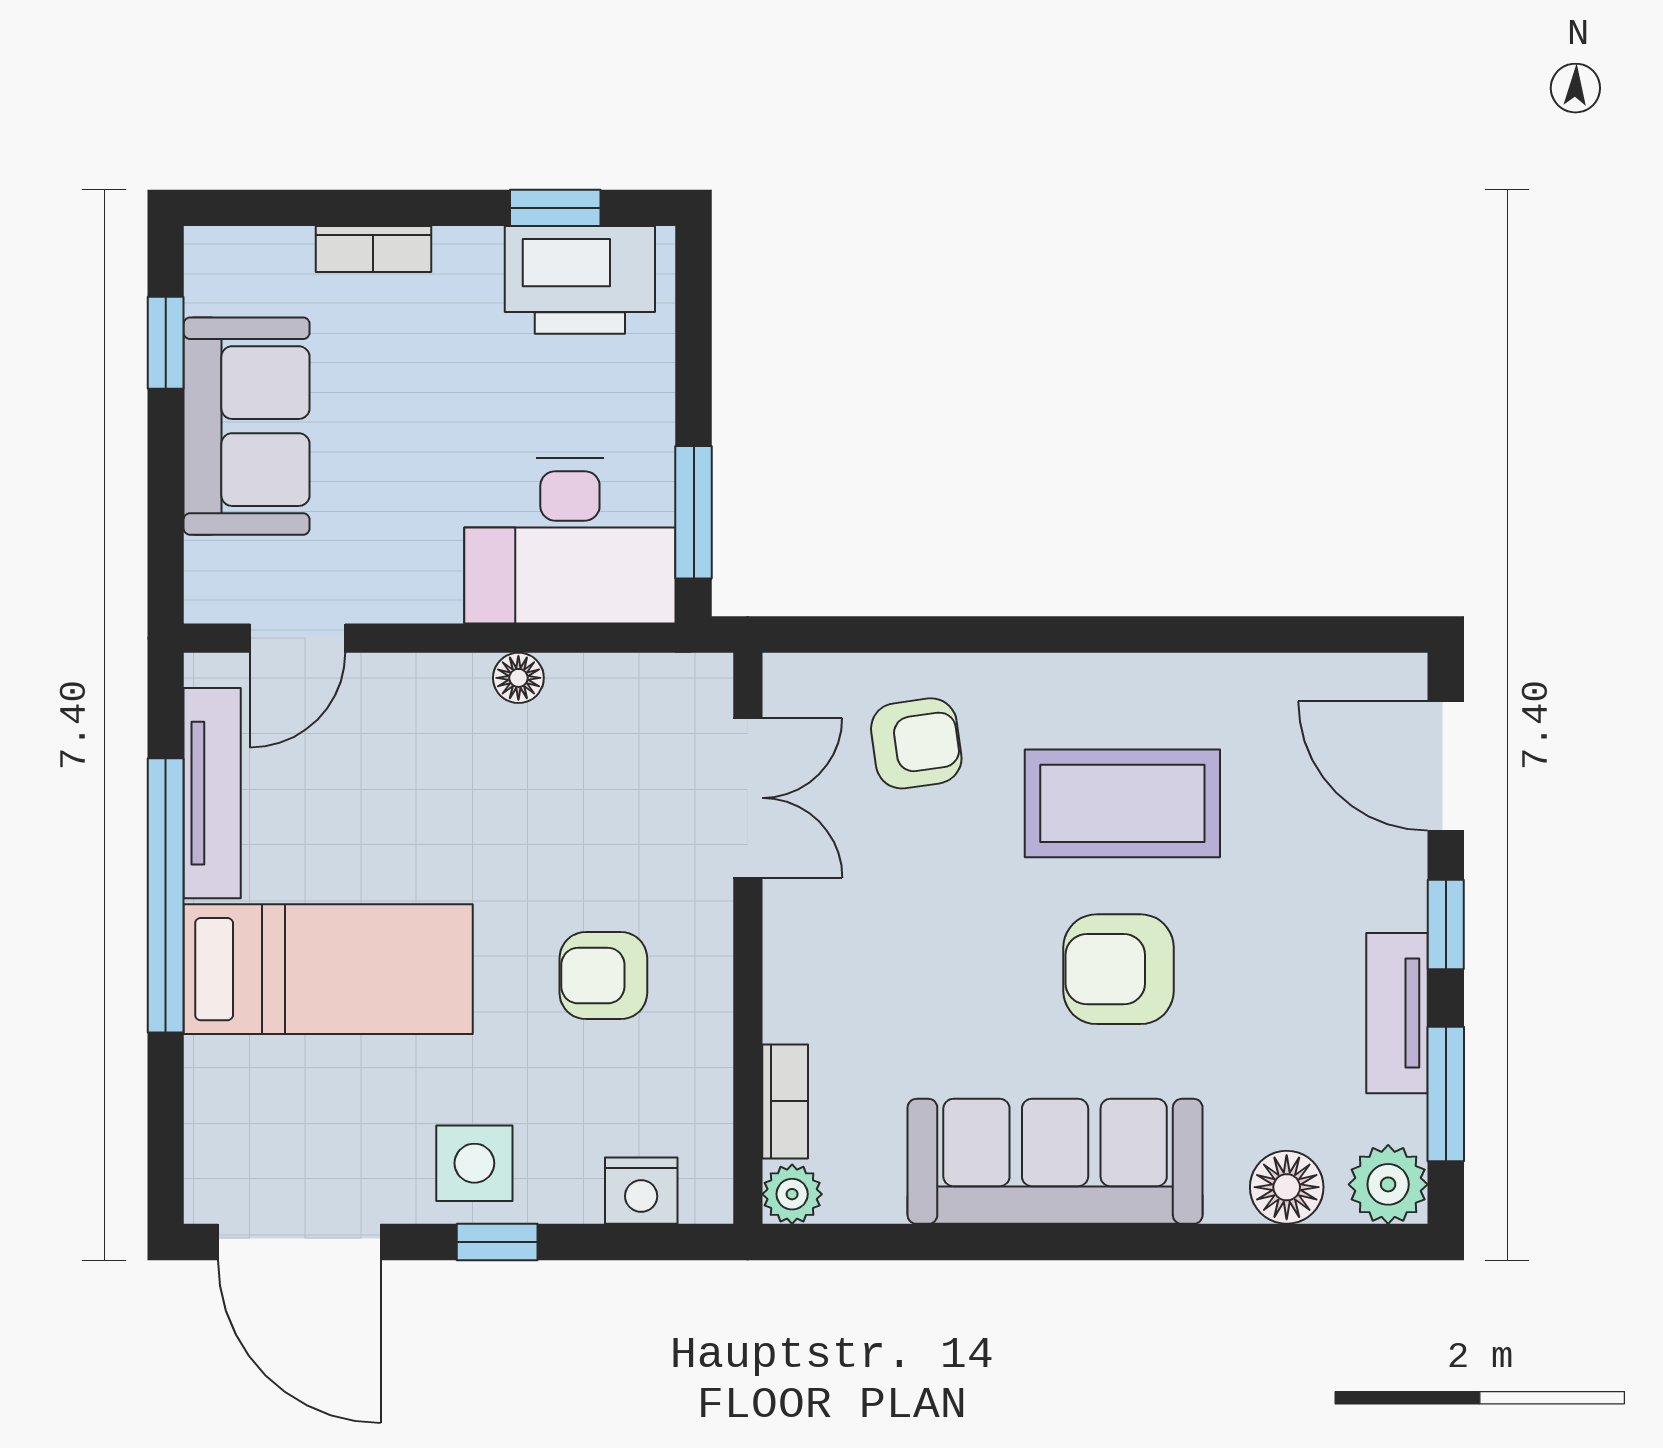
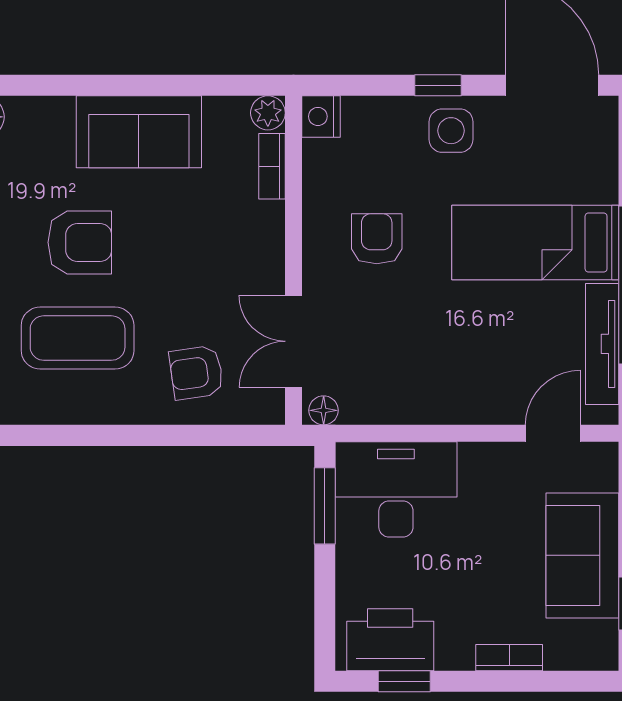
floor lamp: (518, 678) -> (324, 410), moved
armchair: (603, 976) -> (377, 239), turned -90
sofa: (1055, 1161) -> (139, 132), width x0.73
nightstand: (641, 1191) -> (321, 116), moved, turned -90

